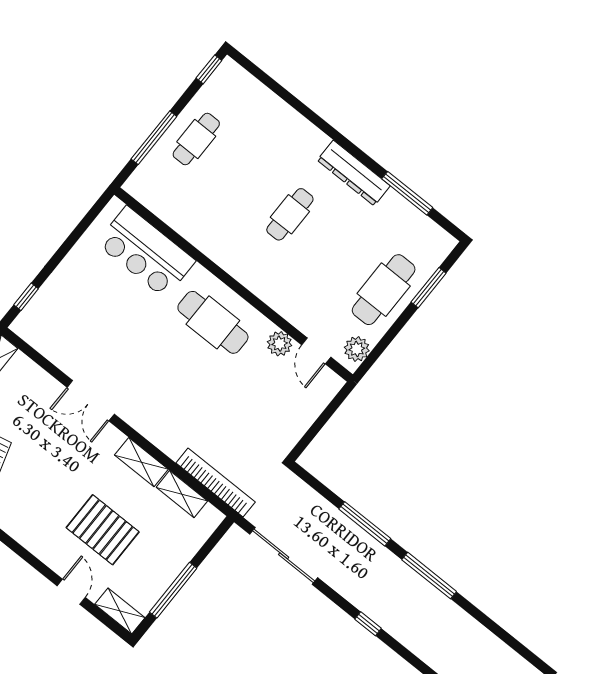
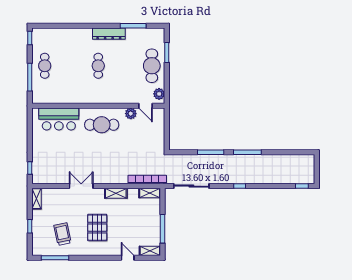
double door: (91, 401) -> (81, 186), swing flipped
shelving: (182, 494) -> (150, 193), moved
pallet: (103, 530) -> (97, 228), moved, turned 90

